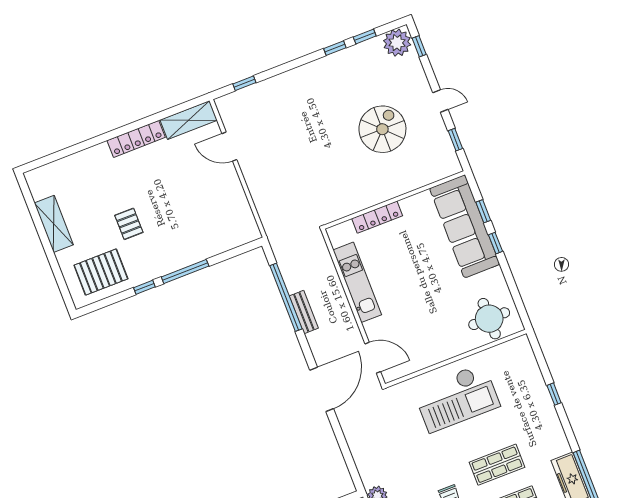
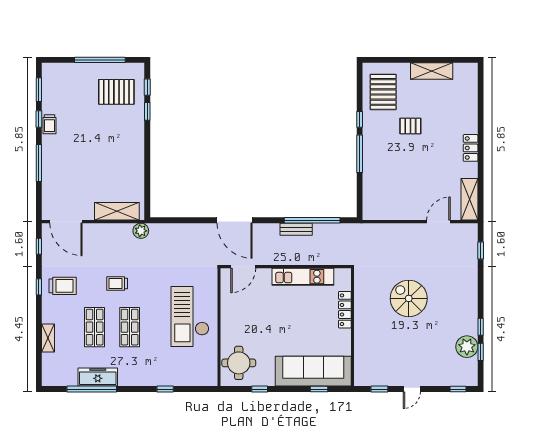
plant: (397, 43) -> (467, 347), moved
spiral stairs: (382, 129) -> (409, 298), moved, turned 180
locker: (136, 139) -> (471, 148), width x0.66
window: (495, 243) -> (260, 389), moved

